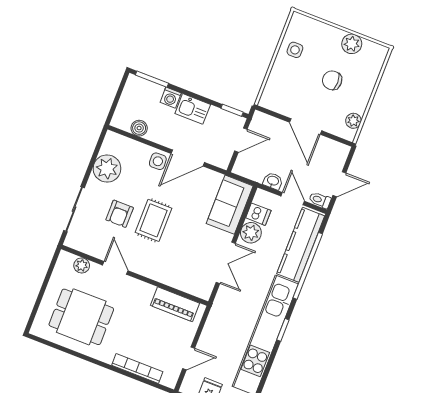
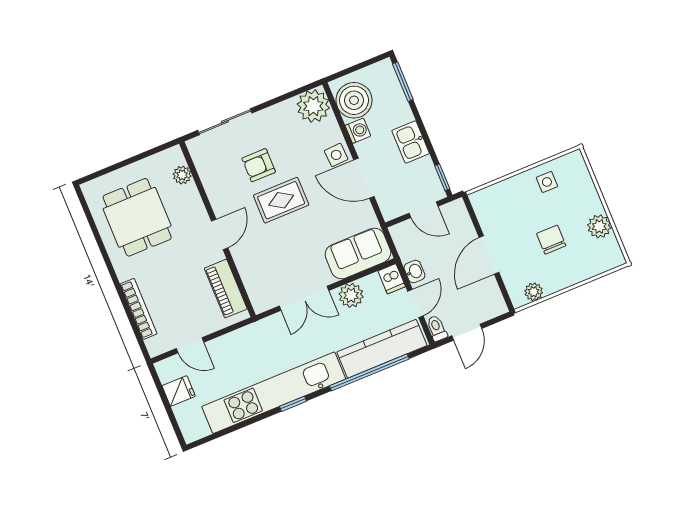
washing machine: (171, 98) -> (358, 131), moved, turned 180
boiler: (139, 128) -> (354, 100), width x1.86, depth x1.86
plant: (107, 169) -> (313, 106), moved
door: (339, 184) -> (467, 332), hinge flipped
dishwasher: (258, 214) -> (392, 279), moved
door: (115, 268) -> (220, 234), moved

